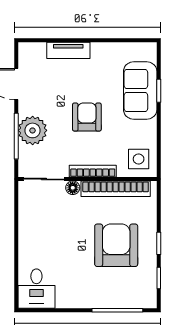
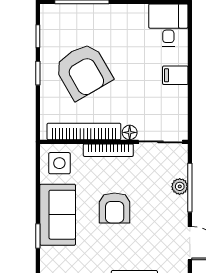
sofa: (140, 91) -> (58, 215), moved
plant: (33, 130) -> (180, 186), width x0.53, depth x0.53
filing cabinet: (30, 241) -> (175, 75), added
armchair: (116, 245) -> (83, 71), turned -30

